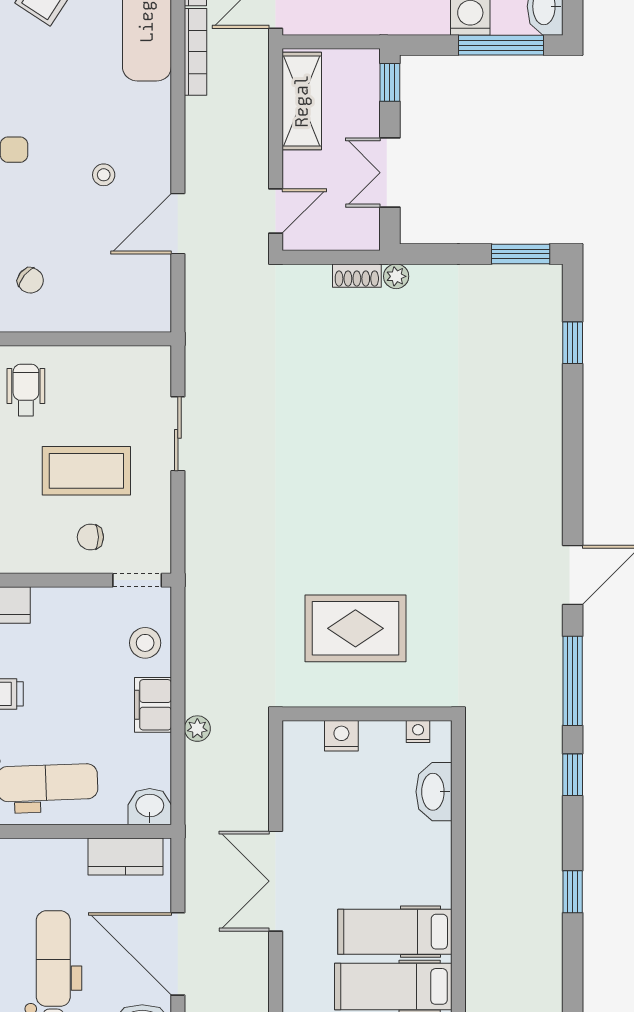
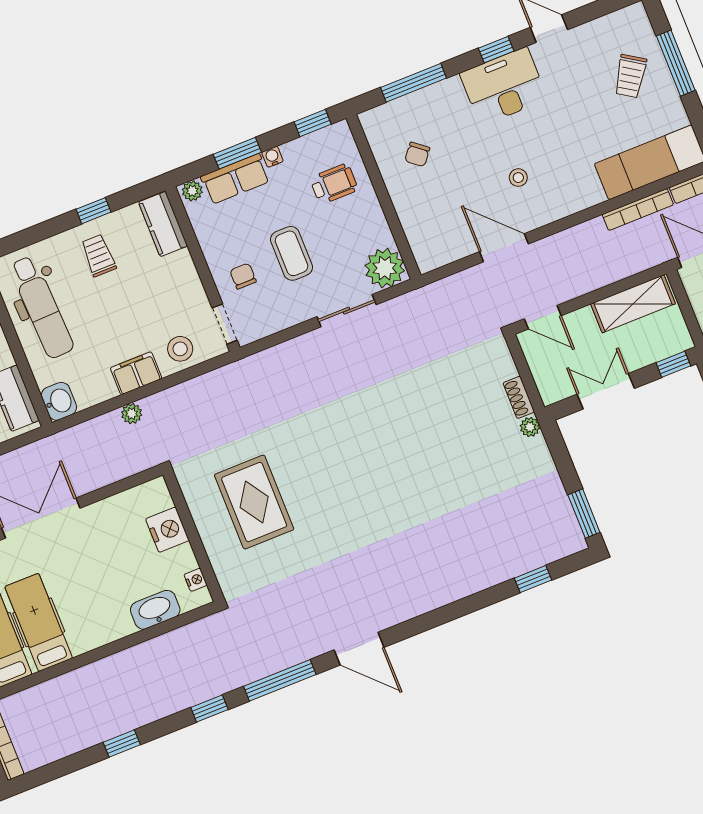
plant: (146, 370) -> (385, 268), added
coffee table: (86, 471) -> (292, 253), width x0.73, depth x0.76
nightstand: (341, 736) -> (167, 530), width x1.36, depth x1.33

